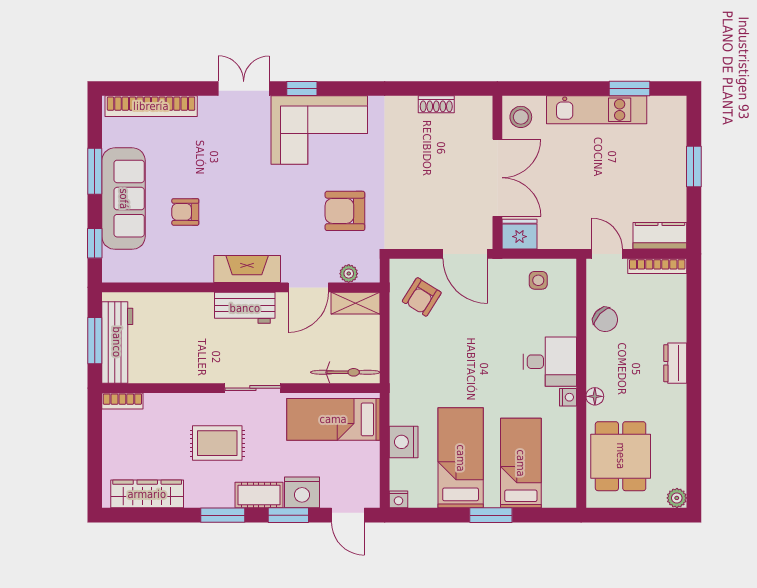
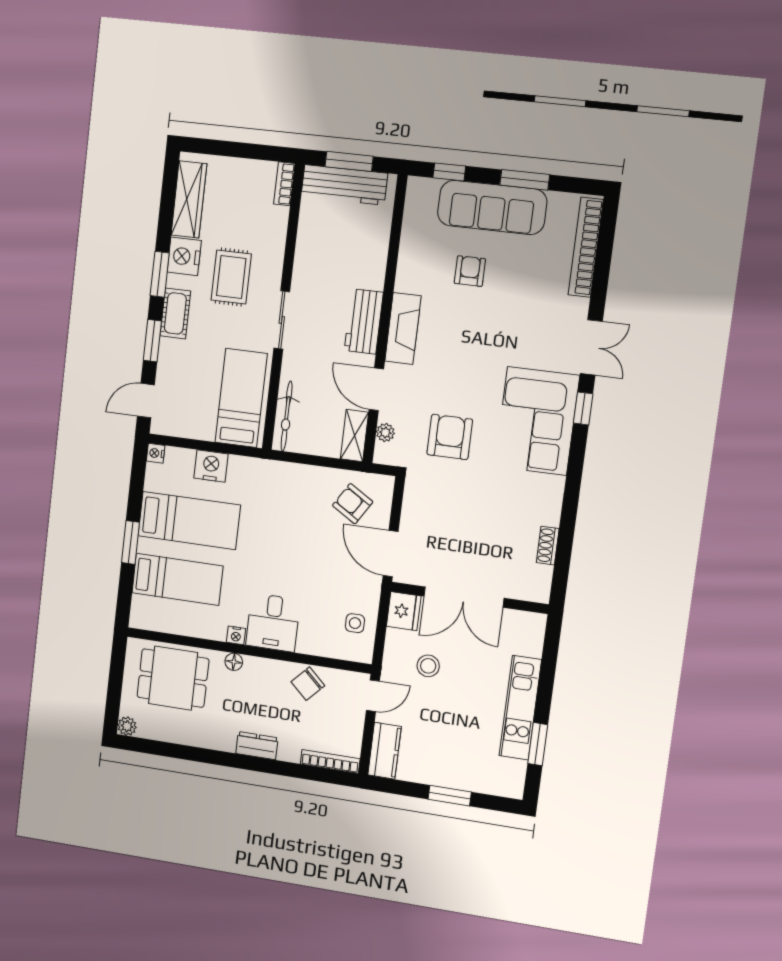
stool: (521, 117) -> (428, 666), moved
door: (465, 254) -> (391, 554), hinge flipped
bookcase: (657, 266) -> (330, 761), moved, turned 90
nightstand: (302, 492) -> (184, 256), moved

